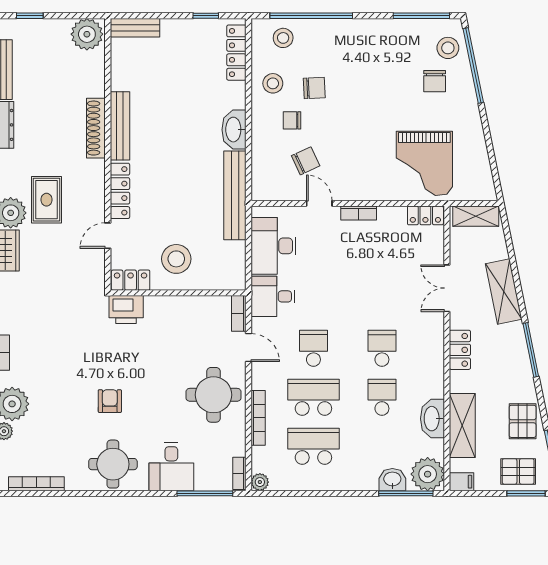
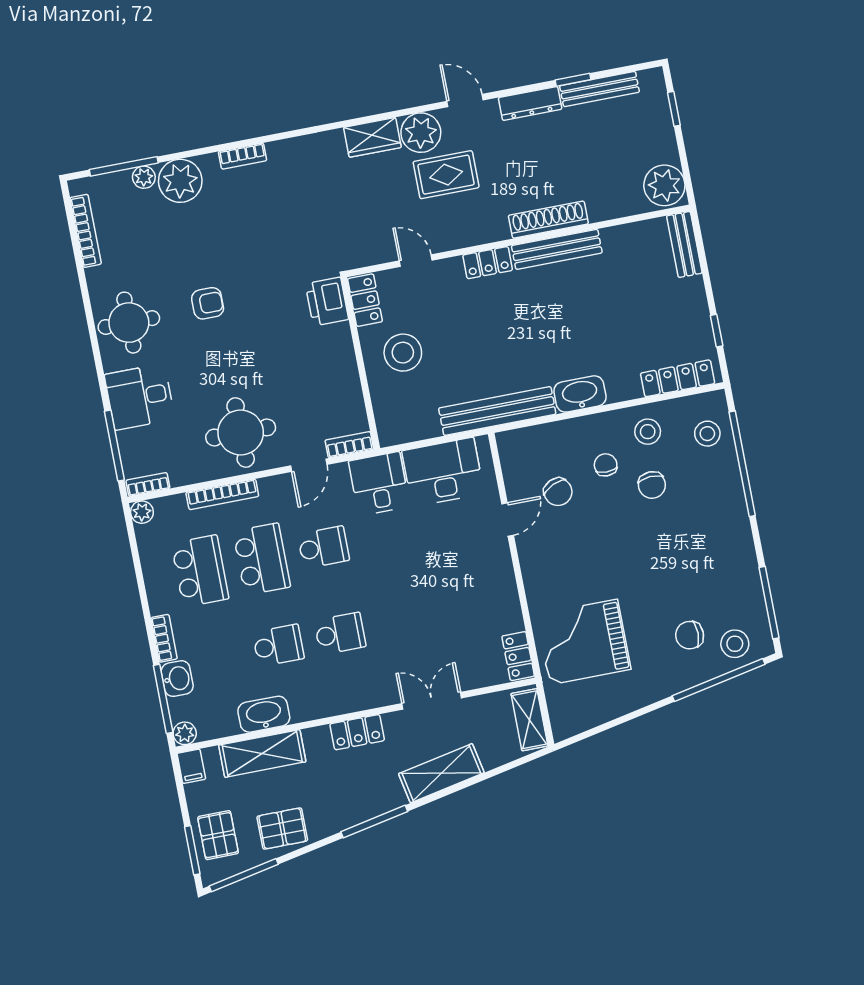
locker: (120, 191) -> (488, 263), width x0.66
bookcase: (359, 213) -> (164, 638), moved, turned 180
plant: (428, 474) -> (185, 733), width x0.53, depth x0.53

